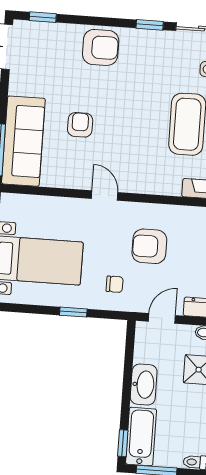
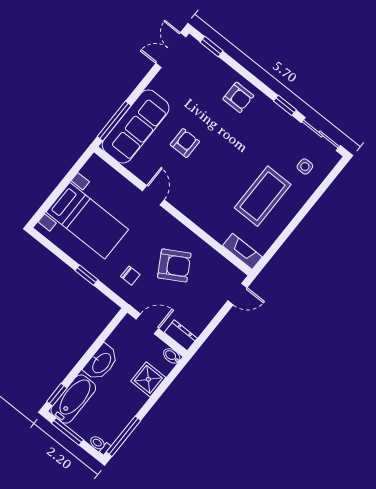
armchair: (101, 47) -> (238, 97), width x0.72, depth x0.72
door: (105, 195) -> (153, 195), moved
armchair: (149, 246) -> (174, 265), turned 150

